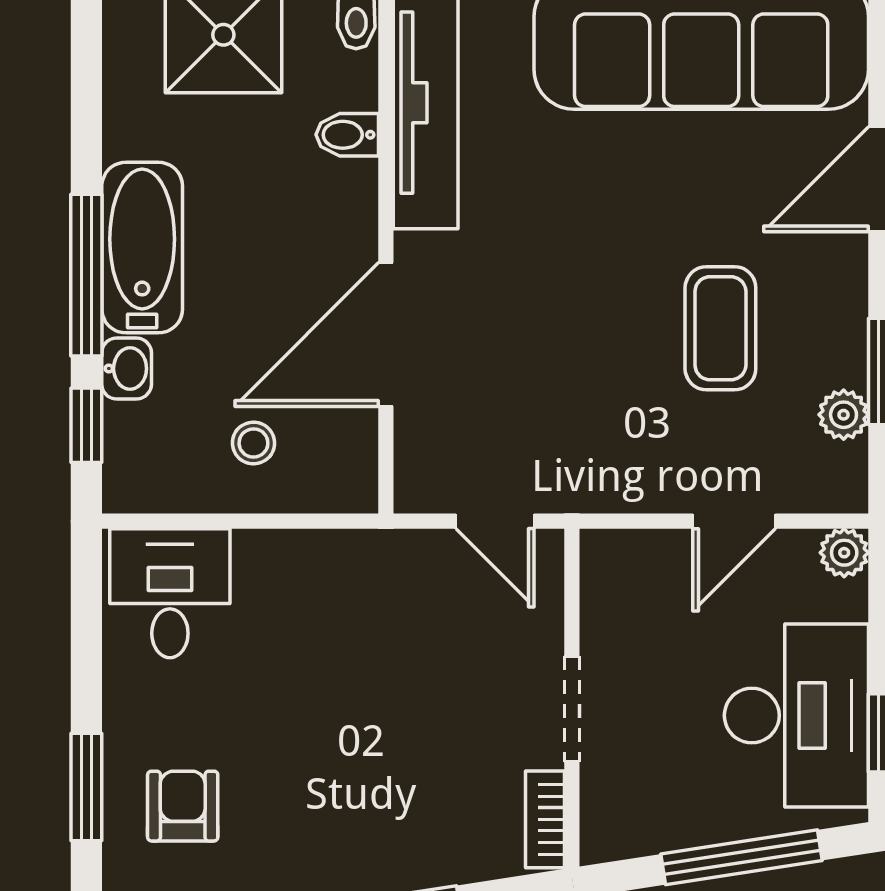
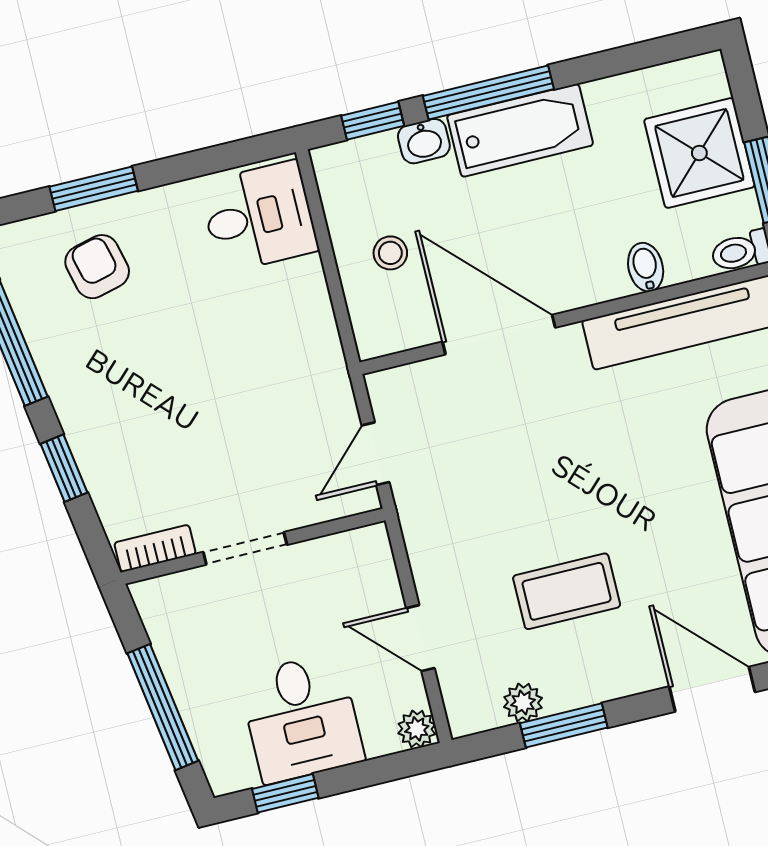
desk: (796, 715) -> (301, 718), width x0.73
armchair: (183, 806) -> (97, 267), turned -104

